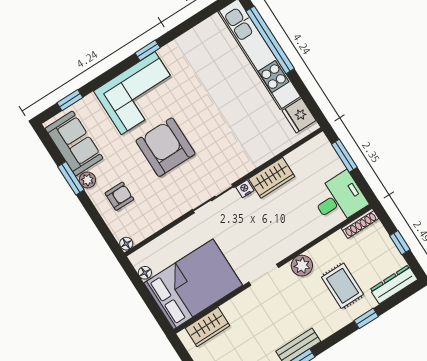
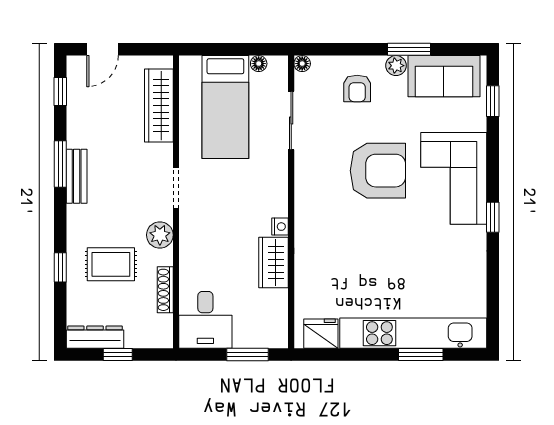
window: (270, 40) -> (421, 354), width x0.47
sliding door: (213, 199) -> (291, 120), moved
shoe rack: (360, 223) -> (165, 290), moved
bed: (193, 284) -> (225, 107), width x0.67
dresser: (394, 284) -> (95, 337), moved, turned -90
wardrobe: (208, 327) -> (159, 106), width x1.50

